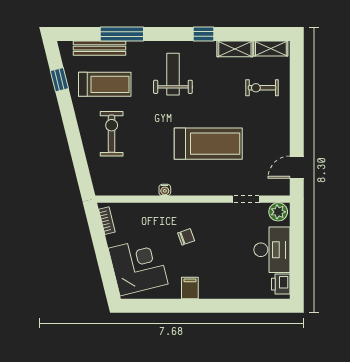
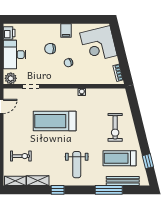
chair: (215, 259) -> (50, 49), added

